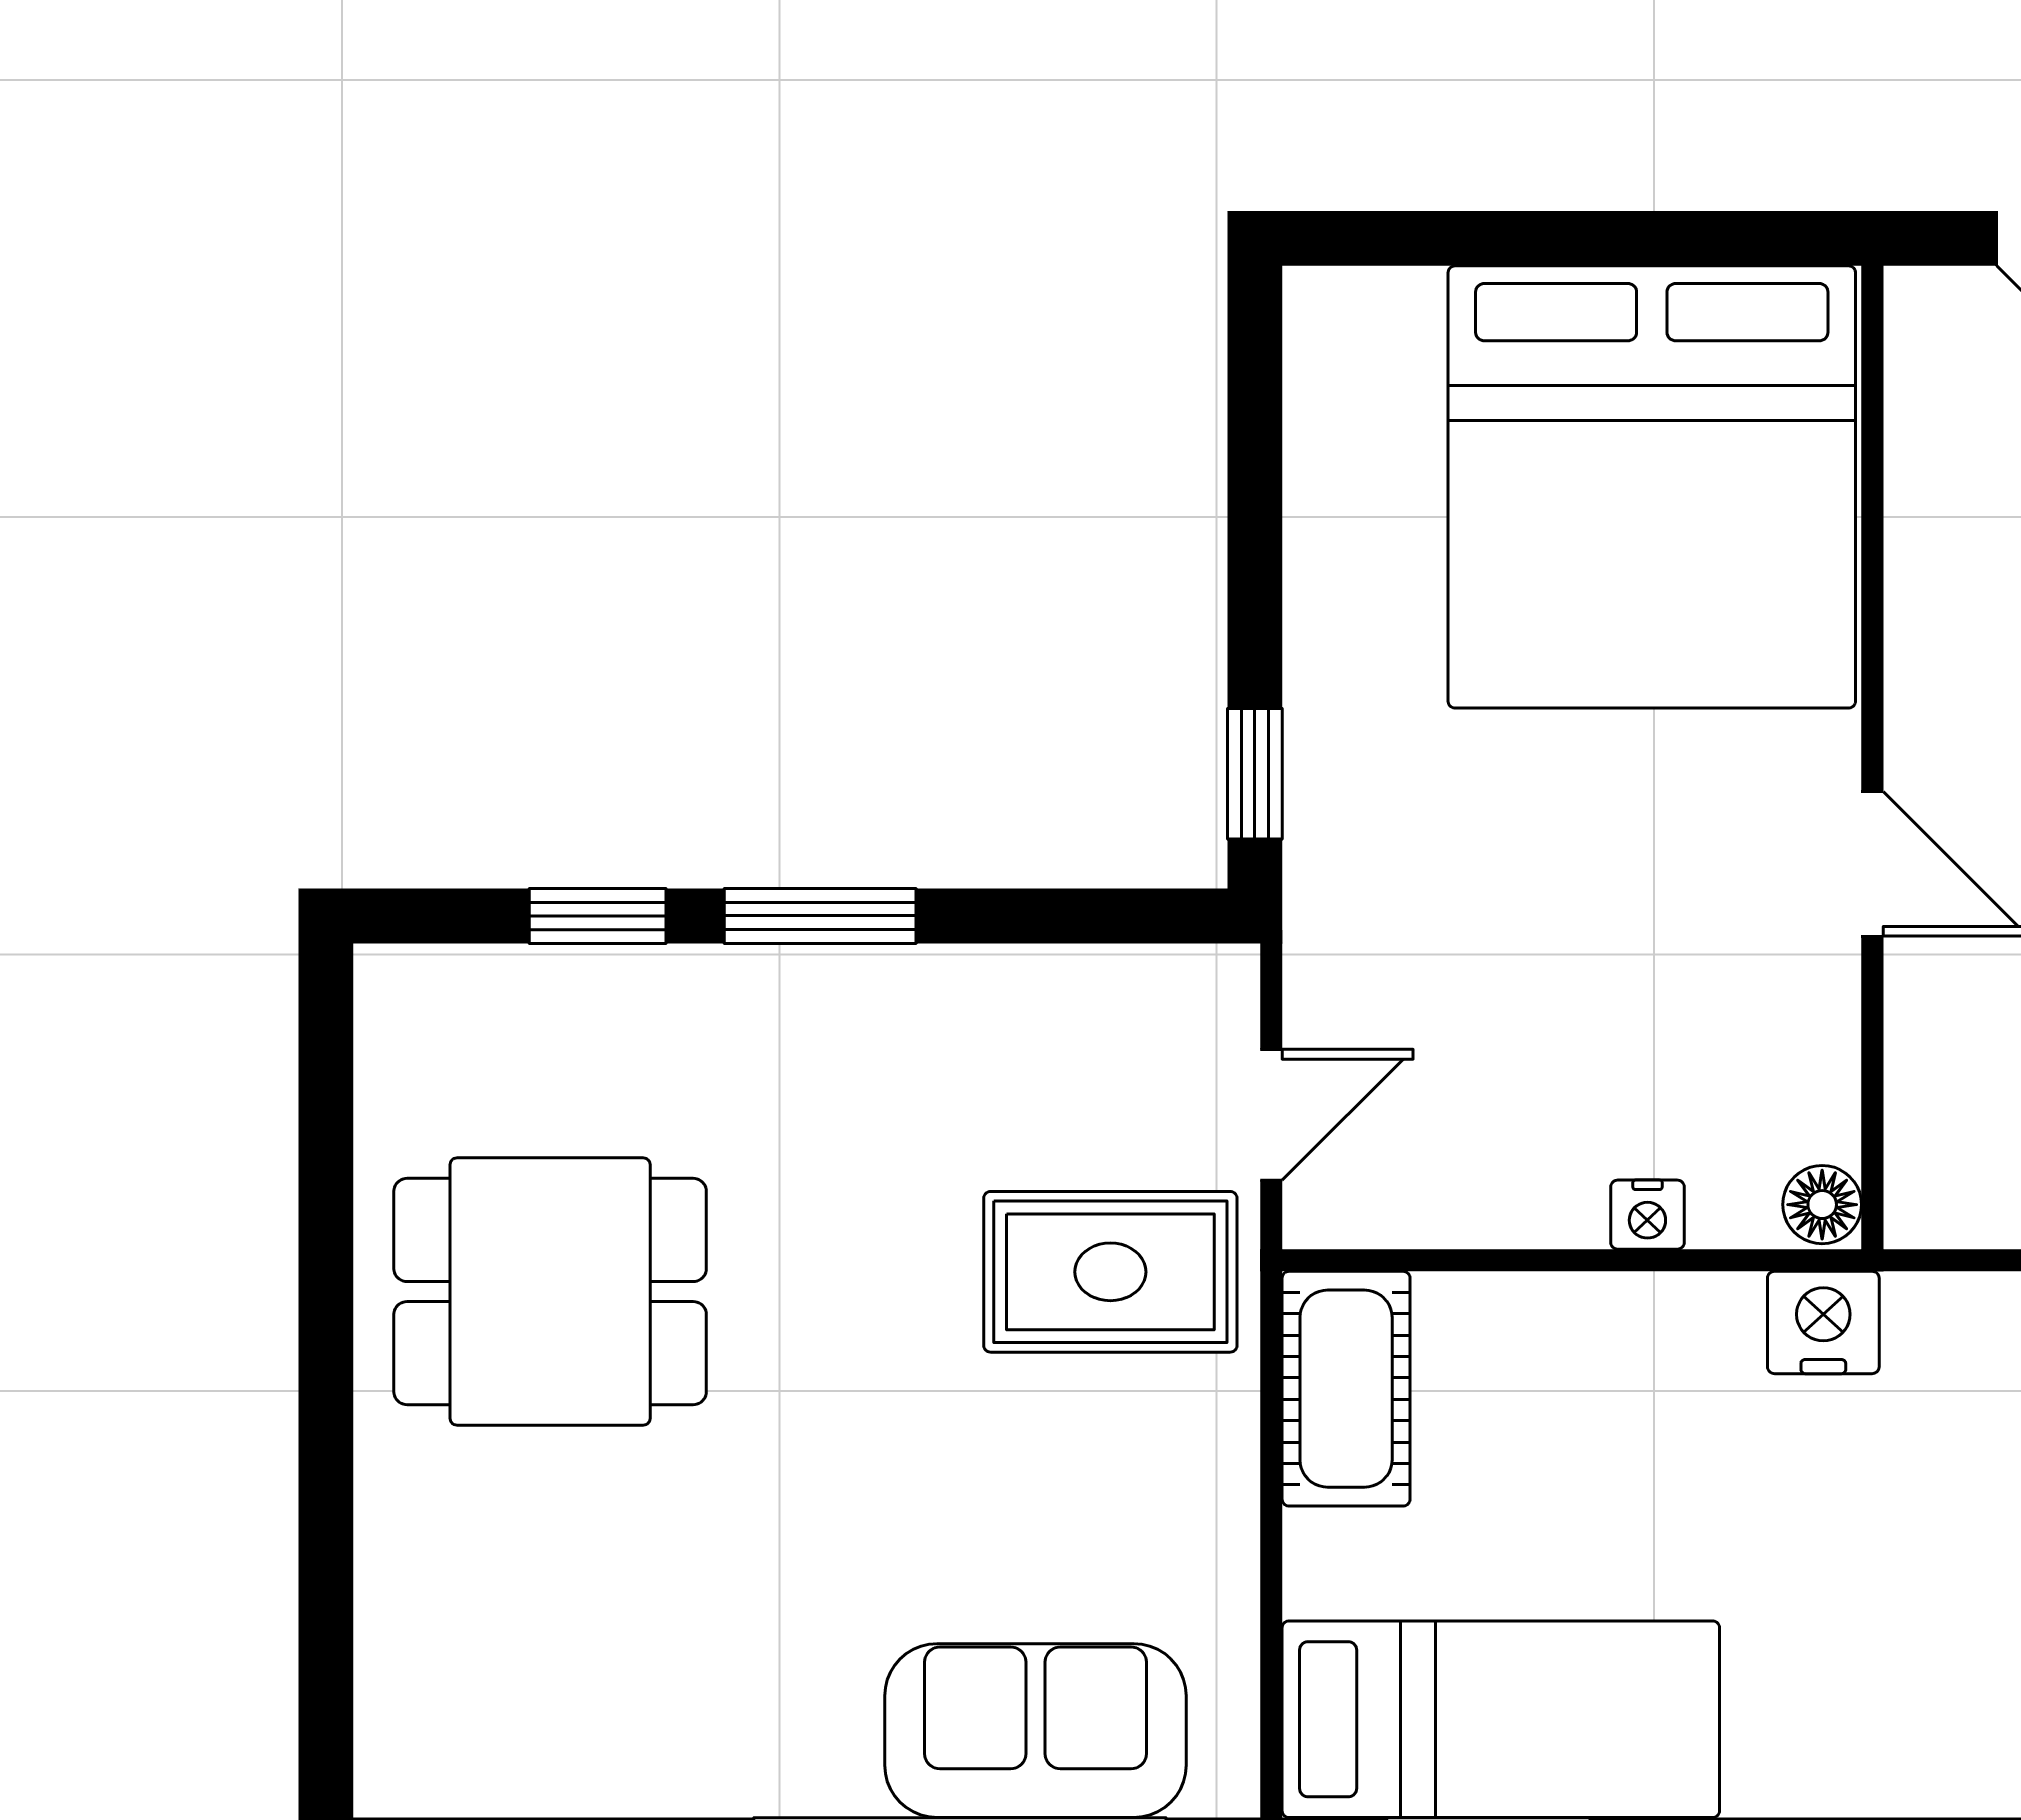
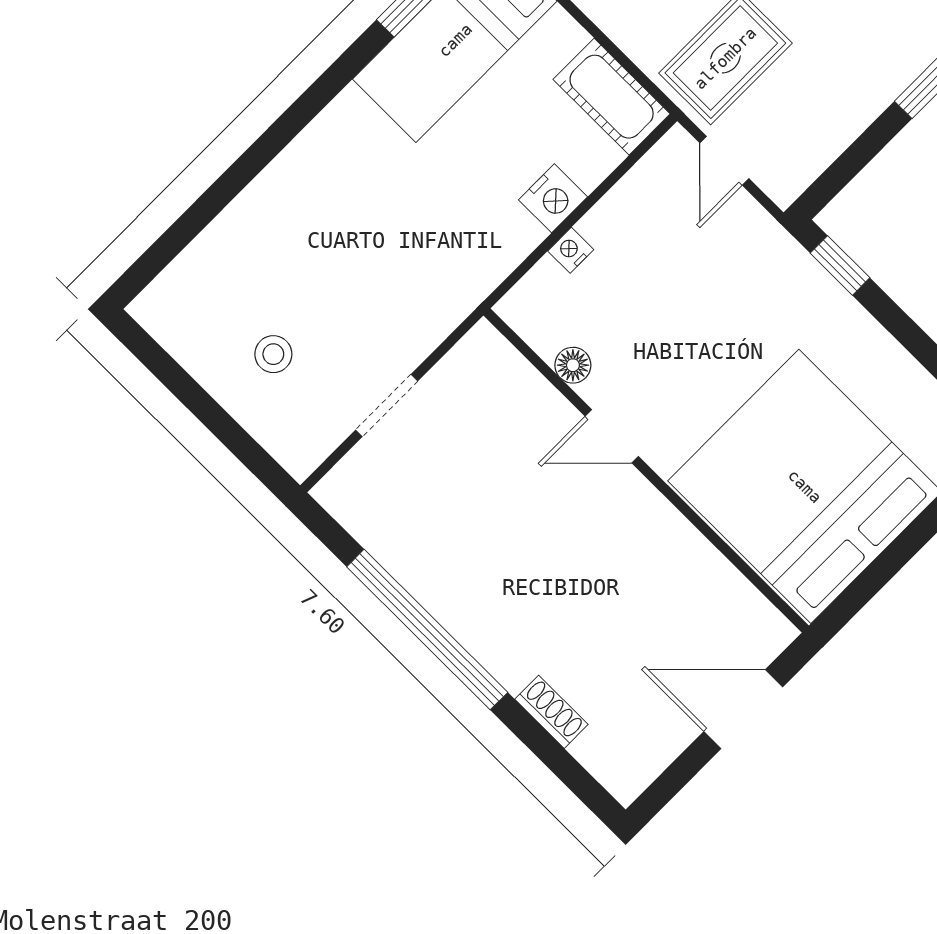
floor lamp: (1822, 1205) -> (573, 365), moved
nightstand: (1823, 1322) -> (553, 198), moved

